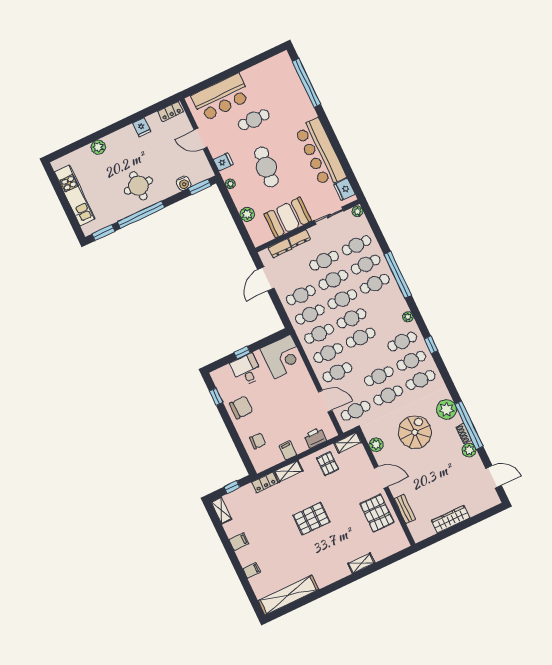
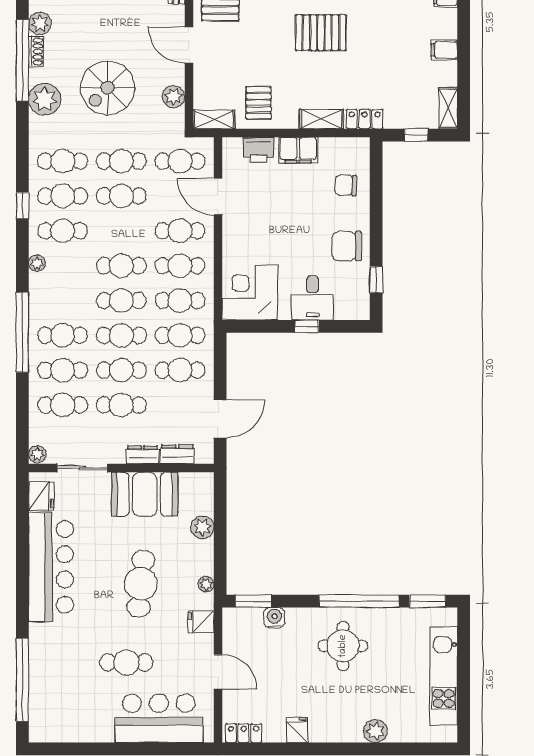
filing cabinet: (288, 450) -> (298, 150), width x2.00

